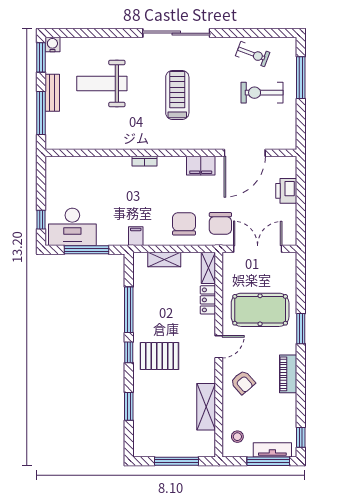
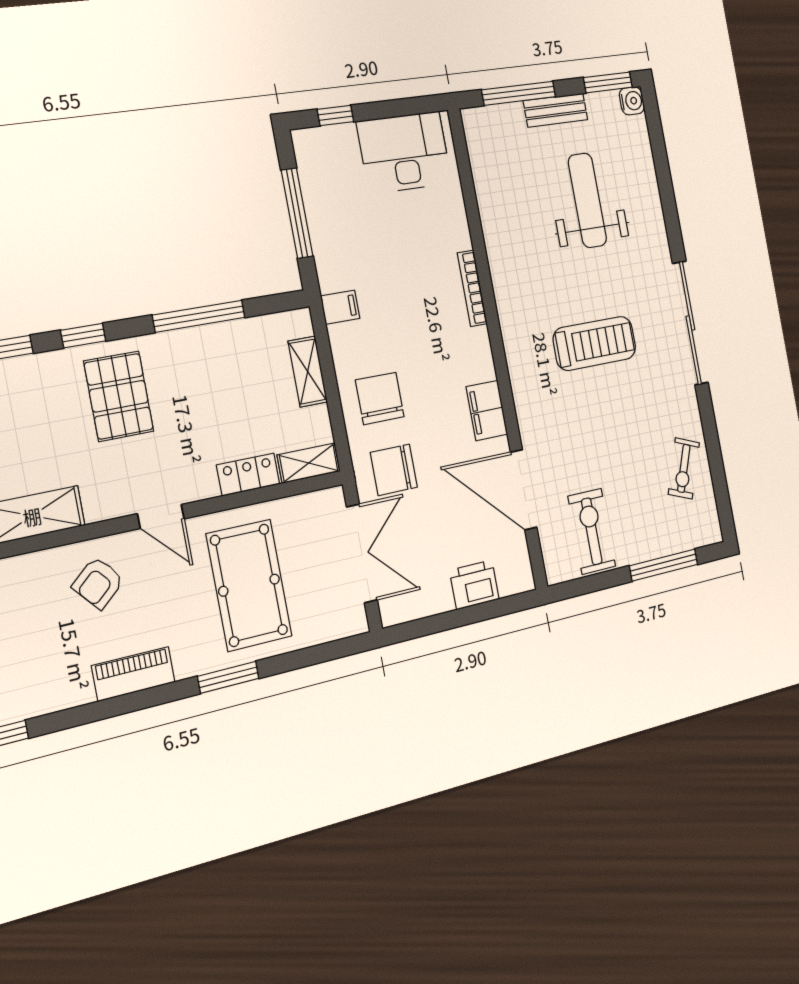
exercise bike: (262, 93) -> (592, 531), moved
bookcase: (145, 161) -> (472, 288), width x1.56
chair: (184, 224) -> (380, 398), turned -90
desk: (72, 227) -> (404, 152), moved, turned 90
window: (129, 352) -> (83, 336), moved

